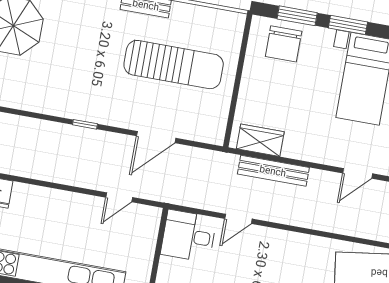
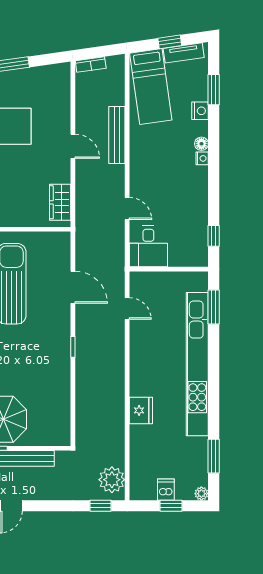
bench: (273, 171) -> (117, 135), moved
door: (358, 173) -> (73, 146), moved

